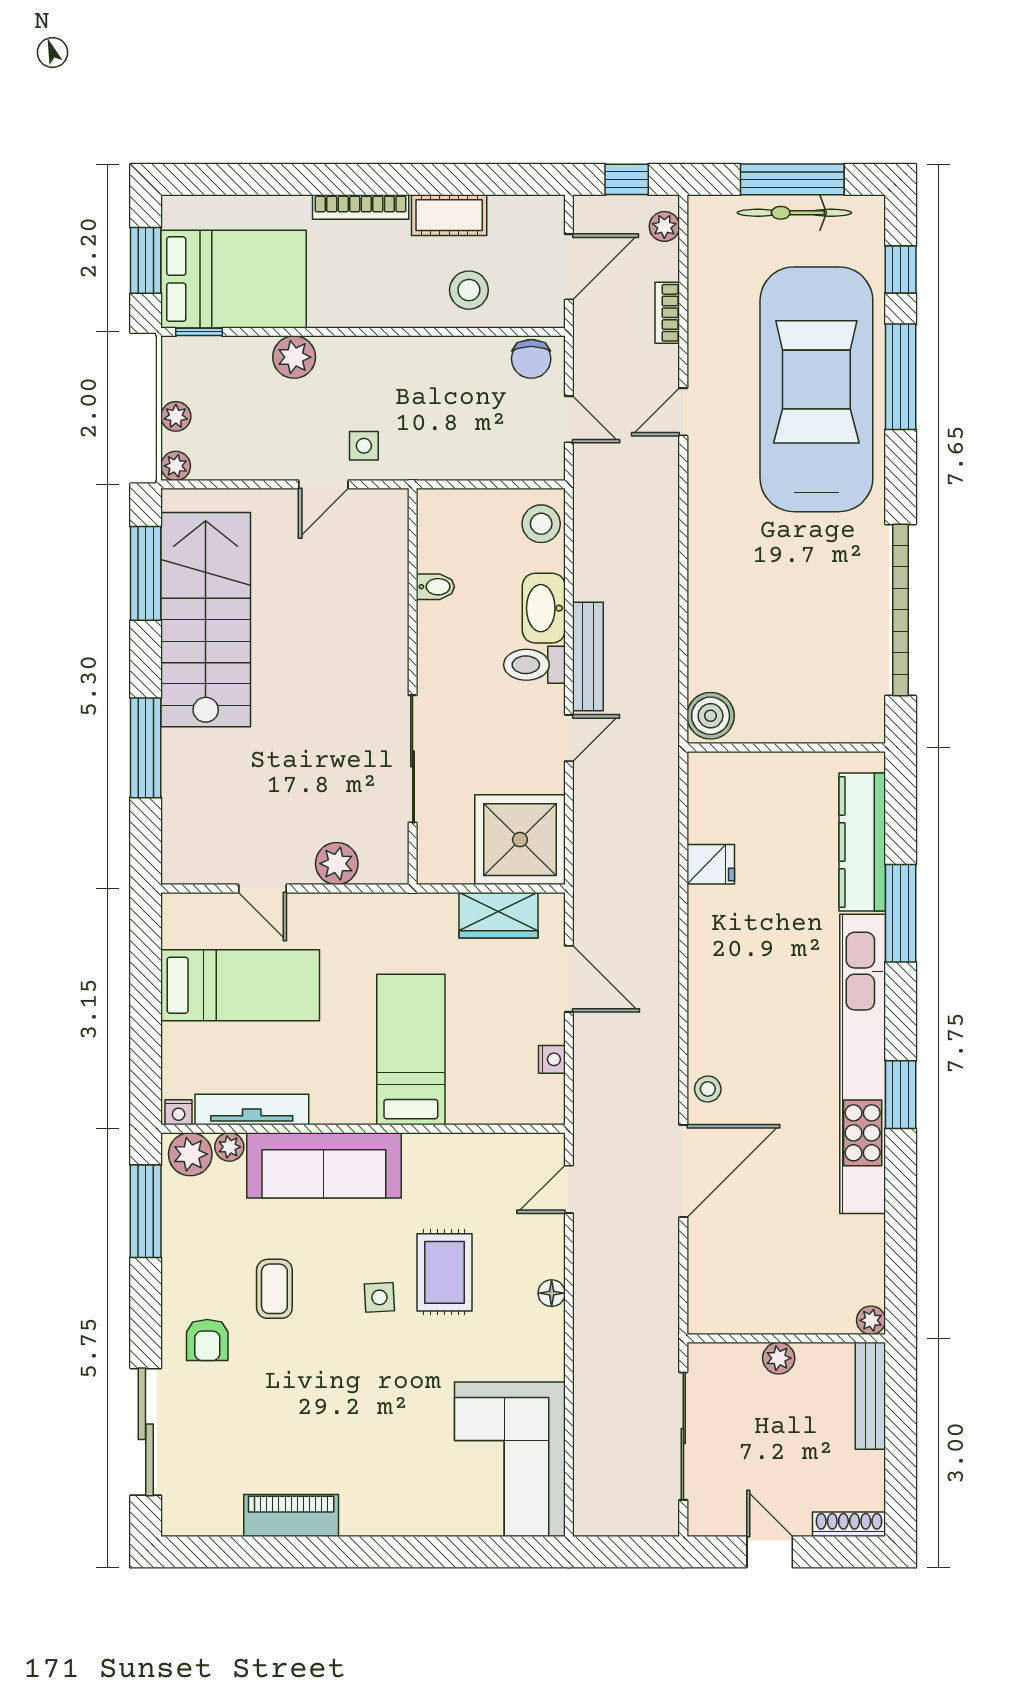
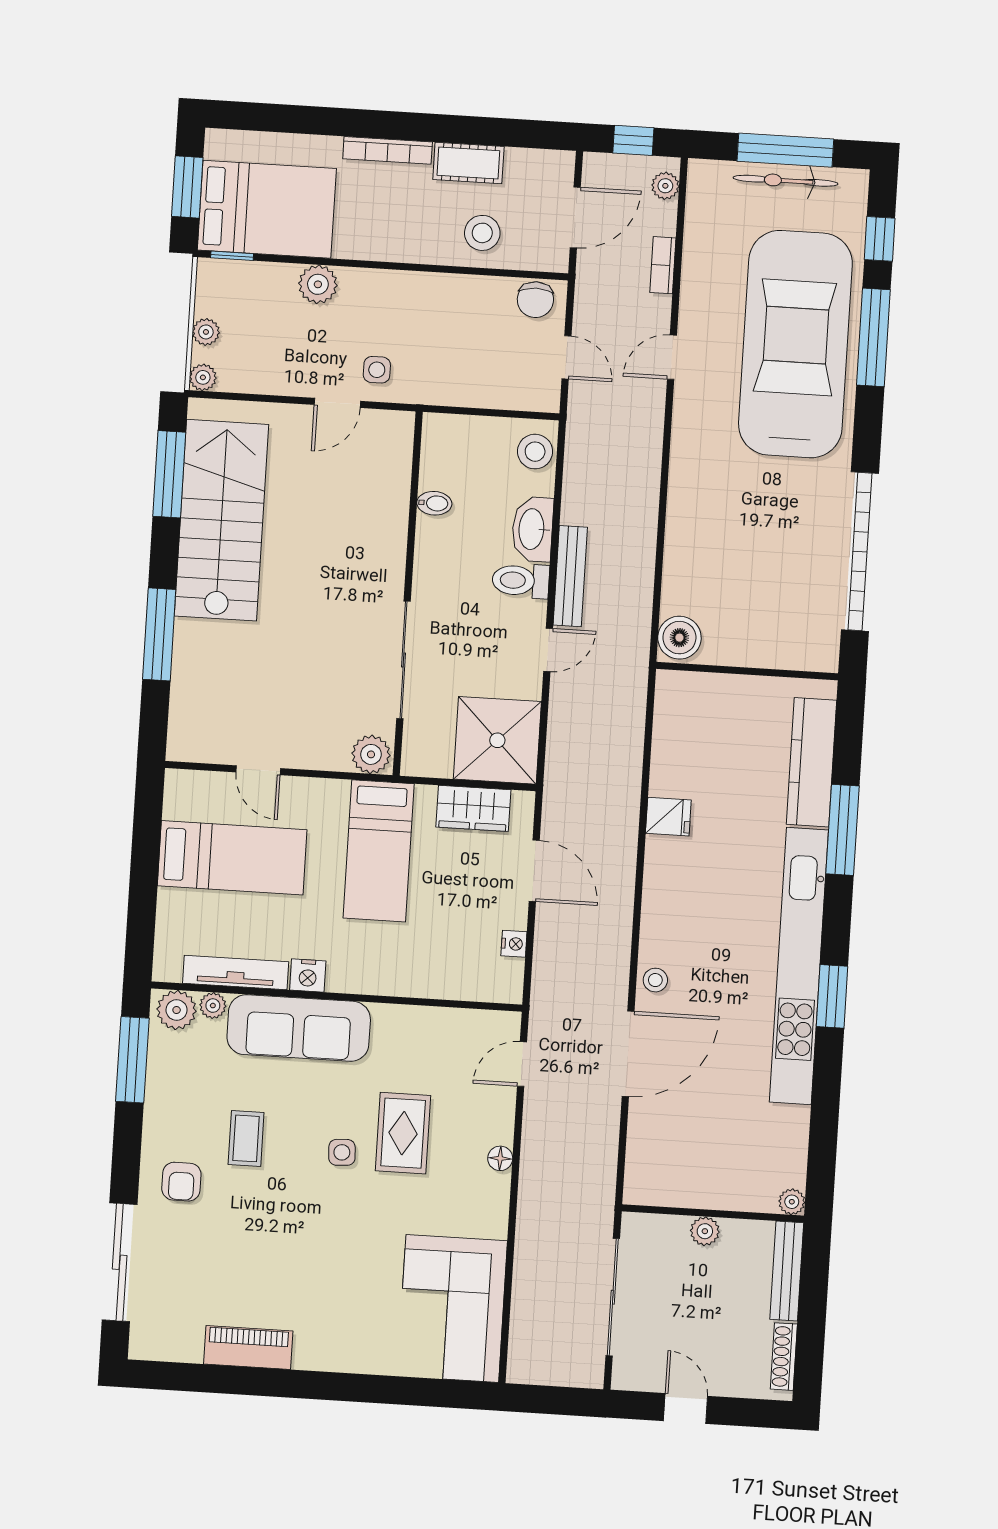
plant: (337, 864) -> (371, 754), moved
fridge: (711, 864) -> (668, 817), moved
bed: (411, 1050) -> (379, 851), moved, turned 180
nightstand: (179, 1112) -> (308, 975), moved, width x1.39, depth x1.35
shoe rack: (849, 1524) -> (784, 1357), moved, turned -90

